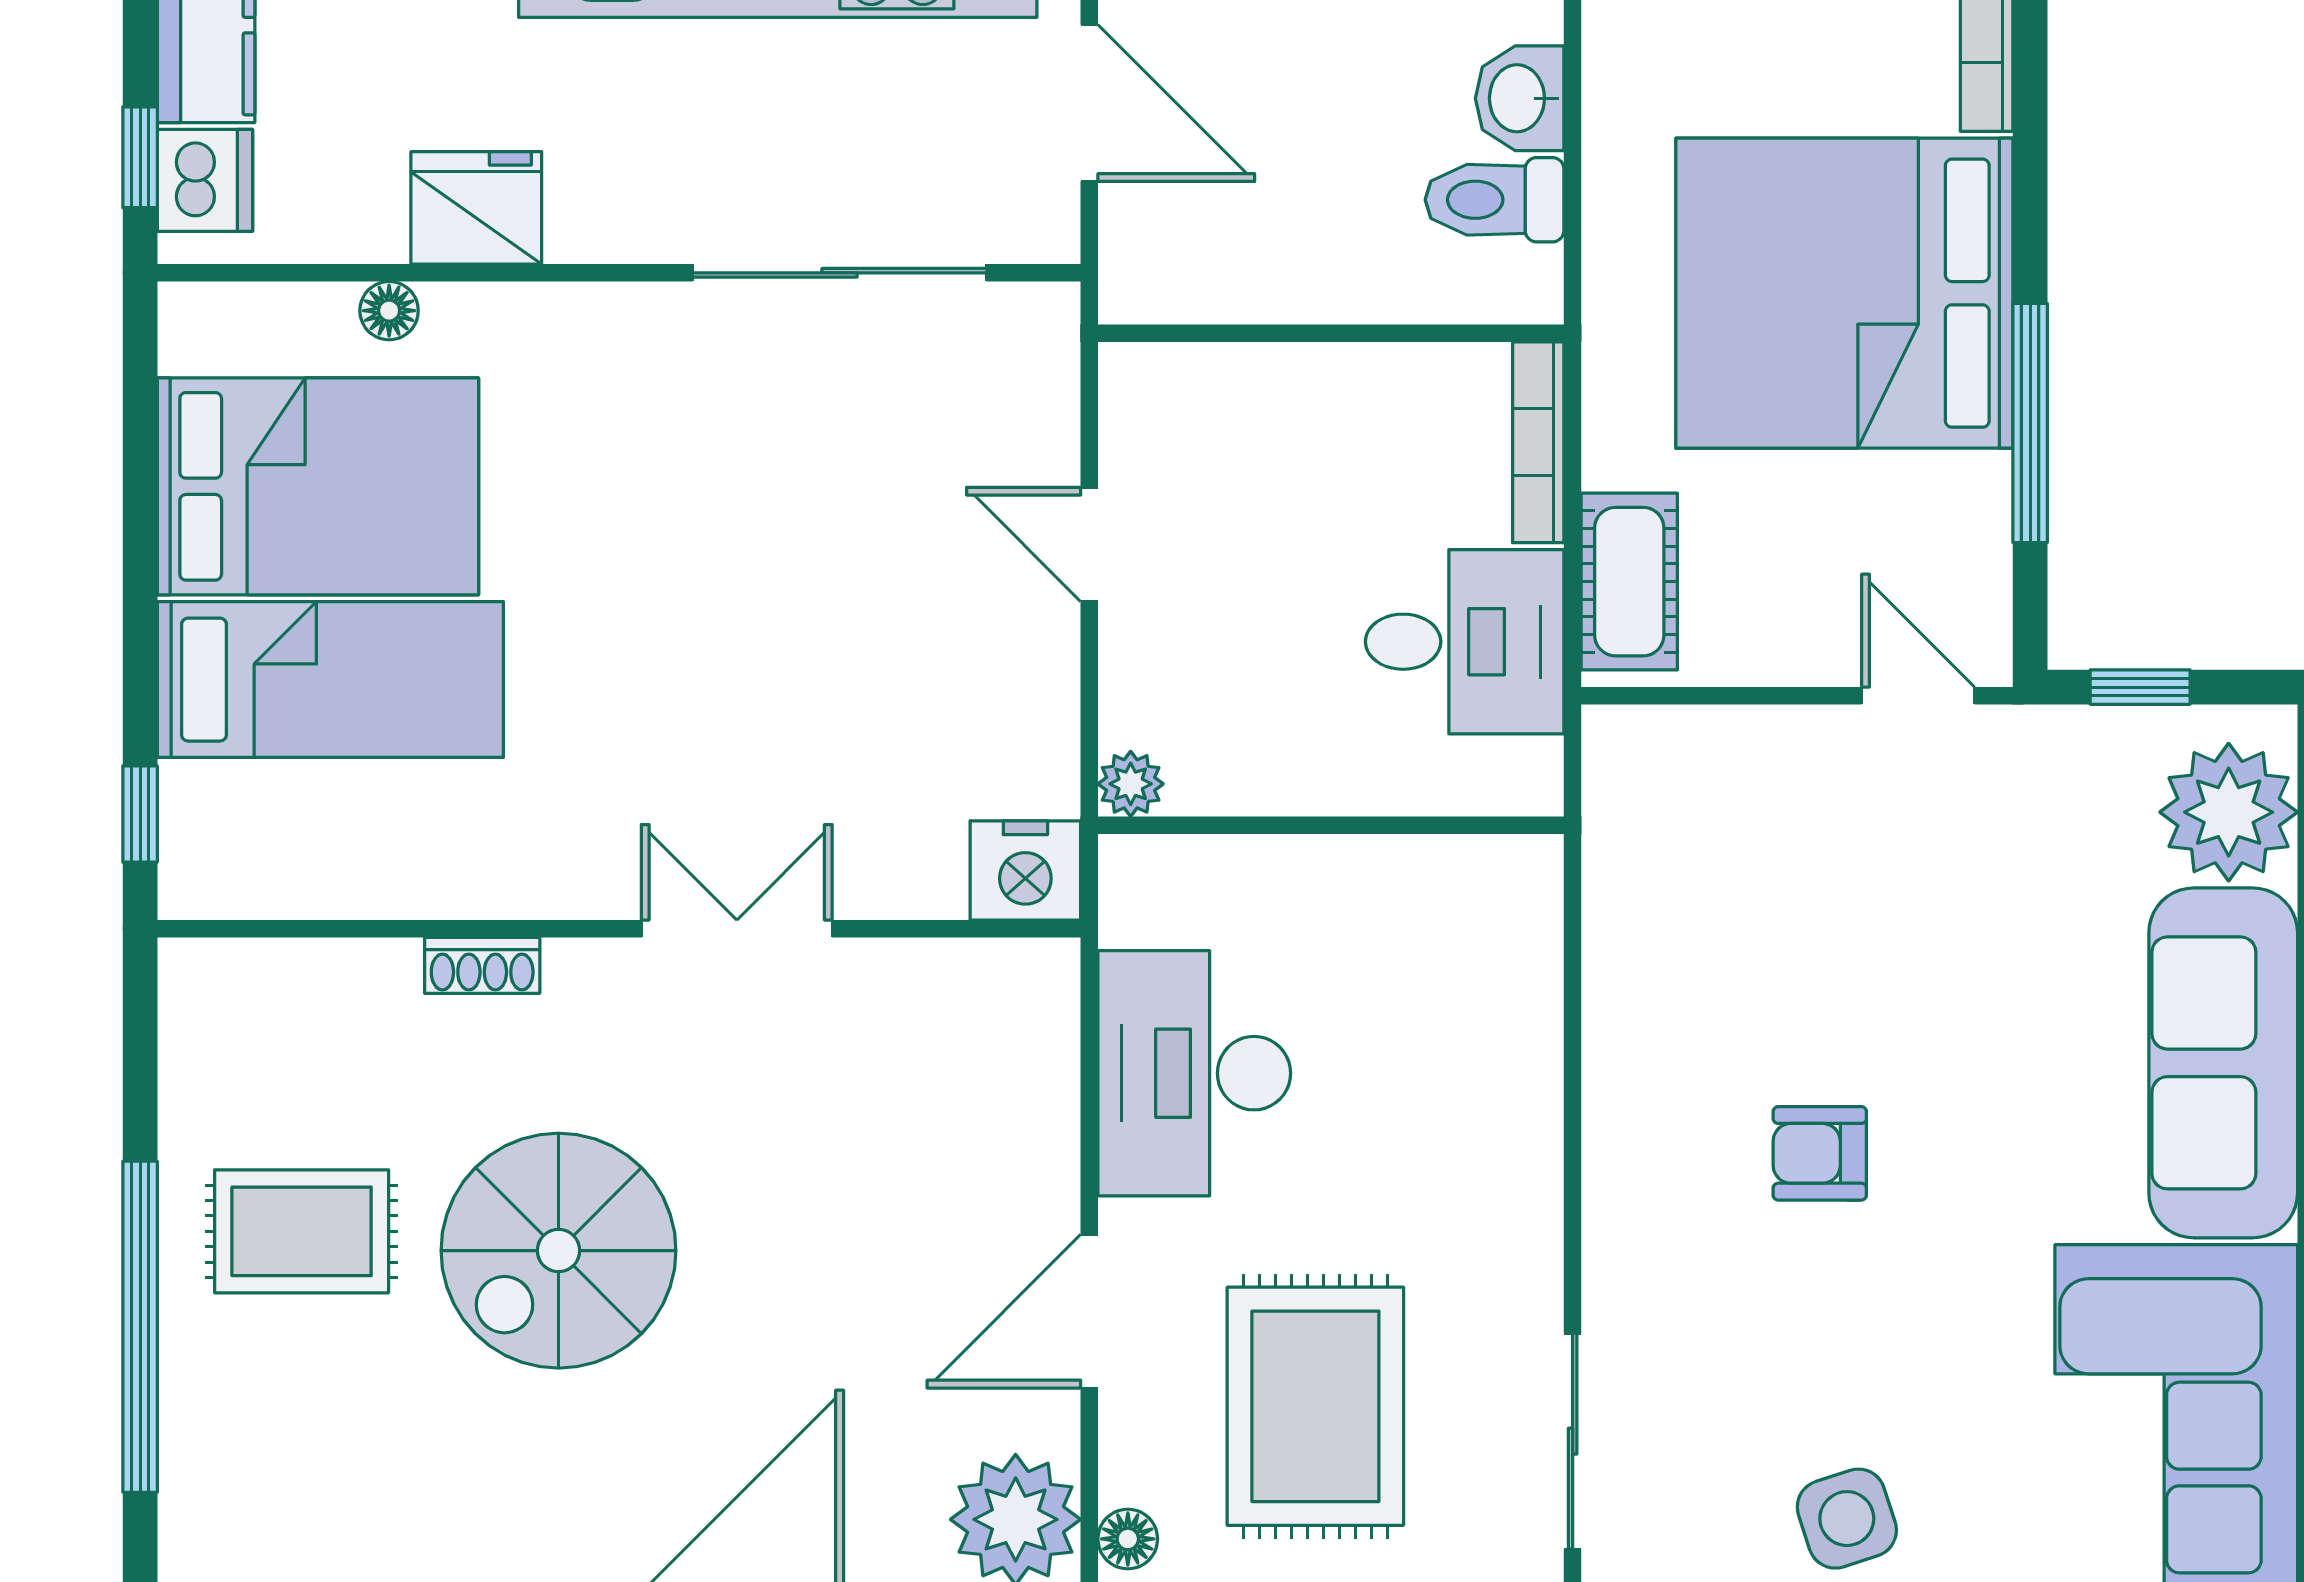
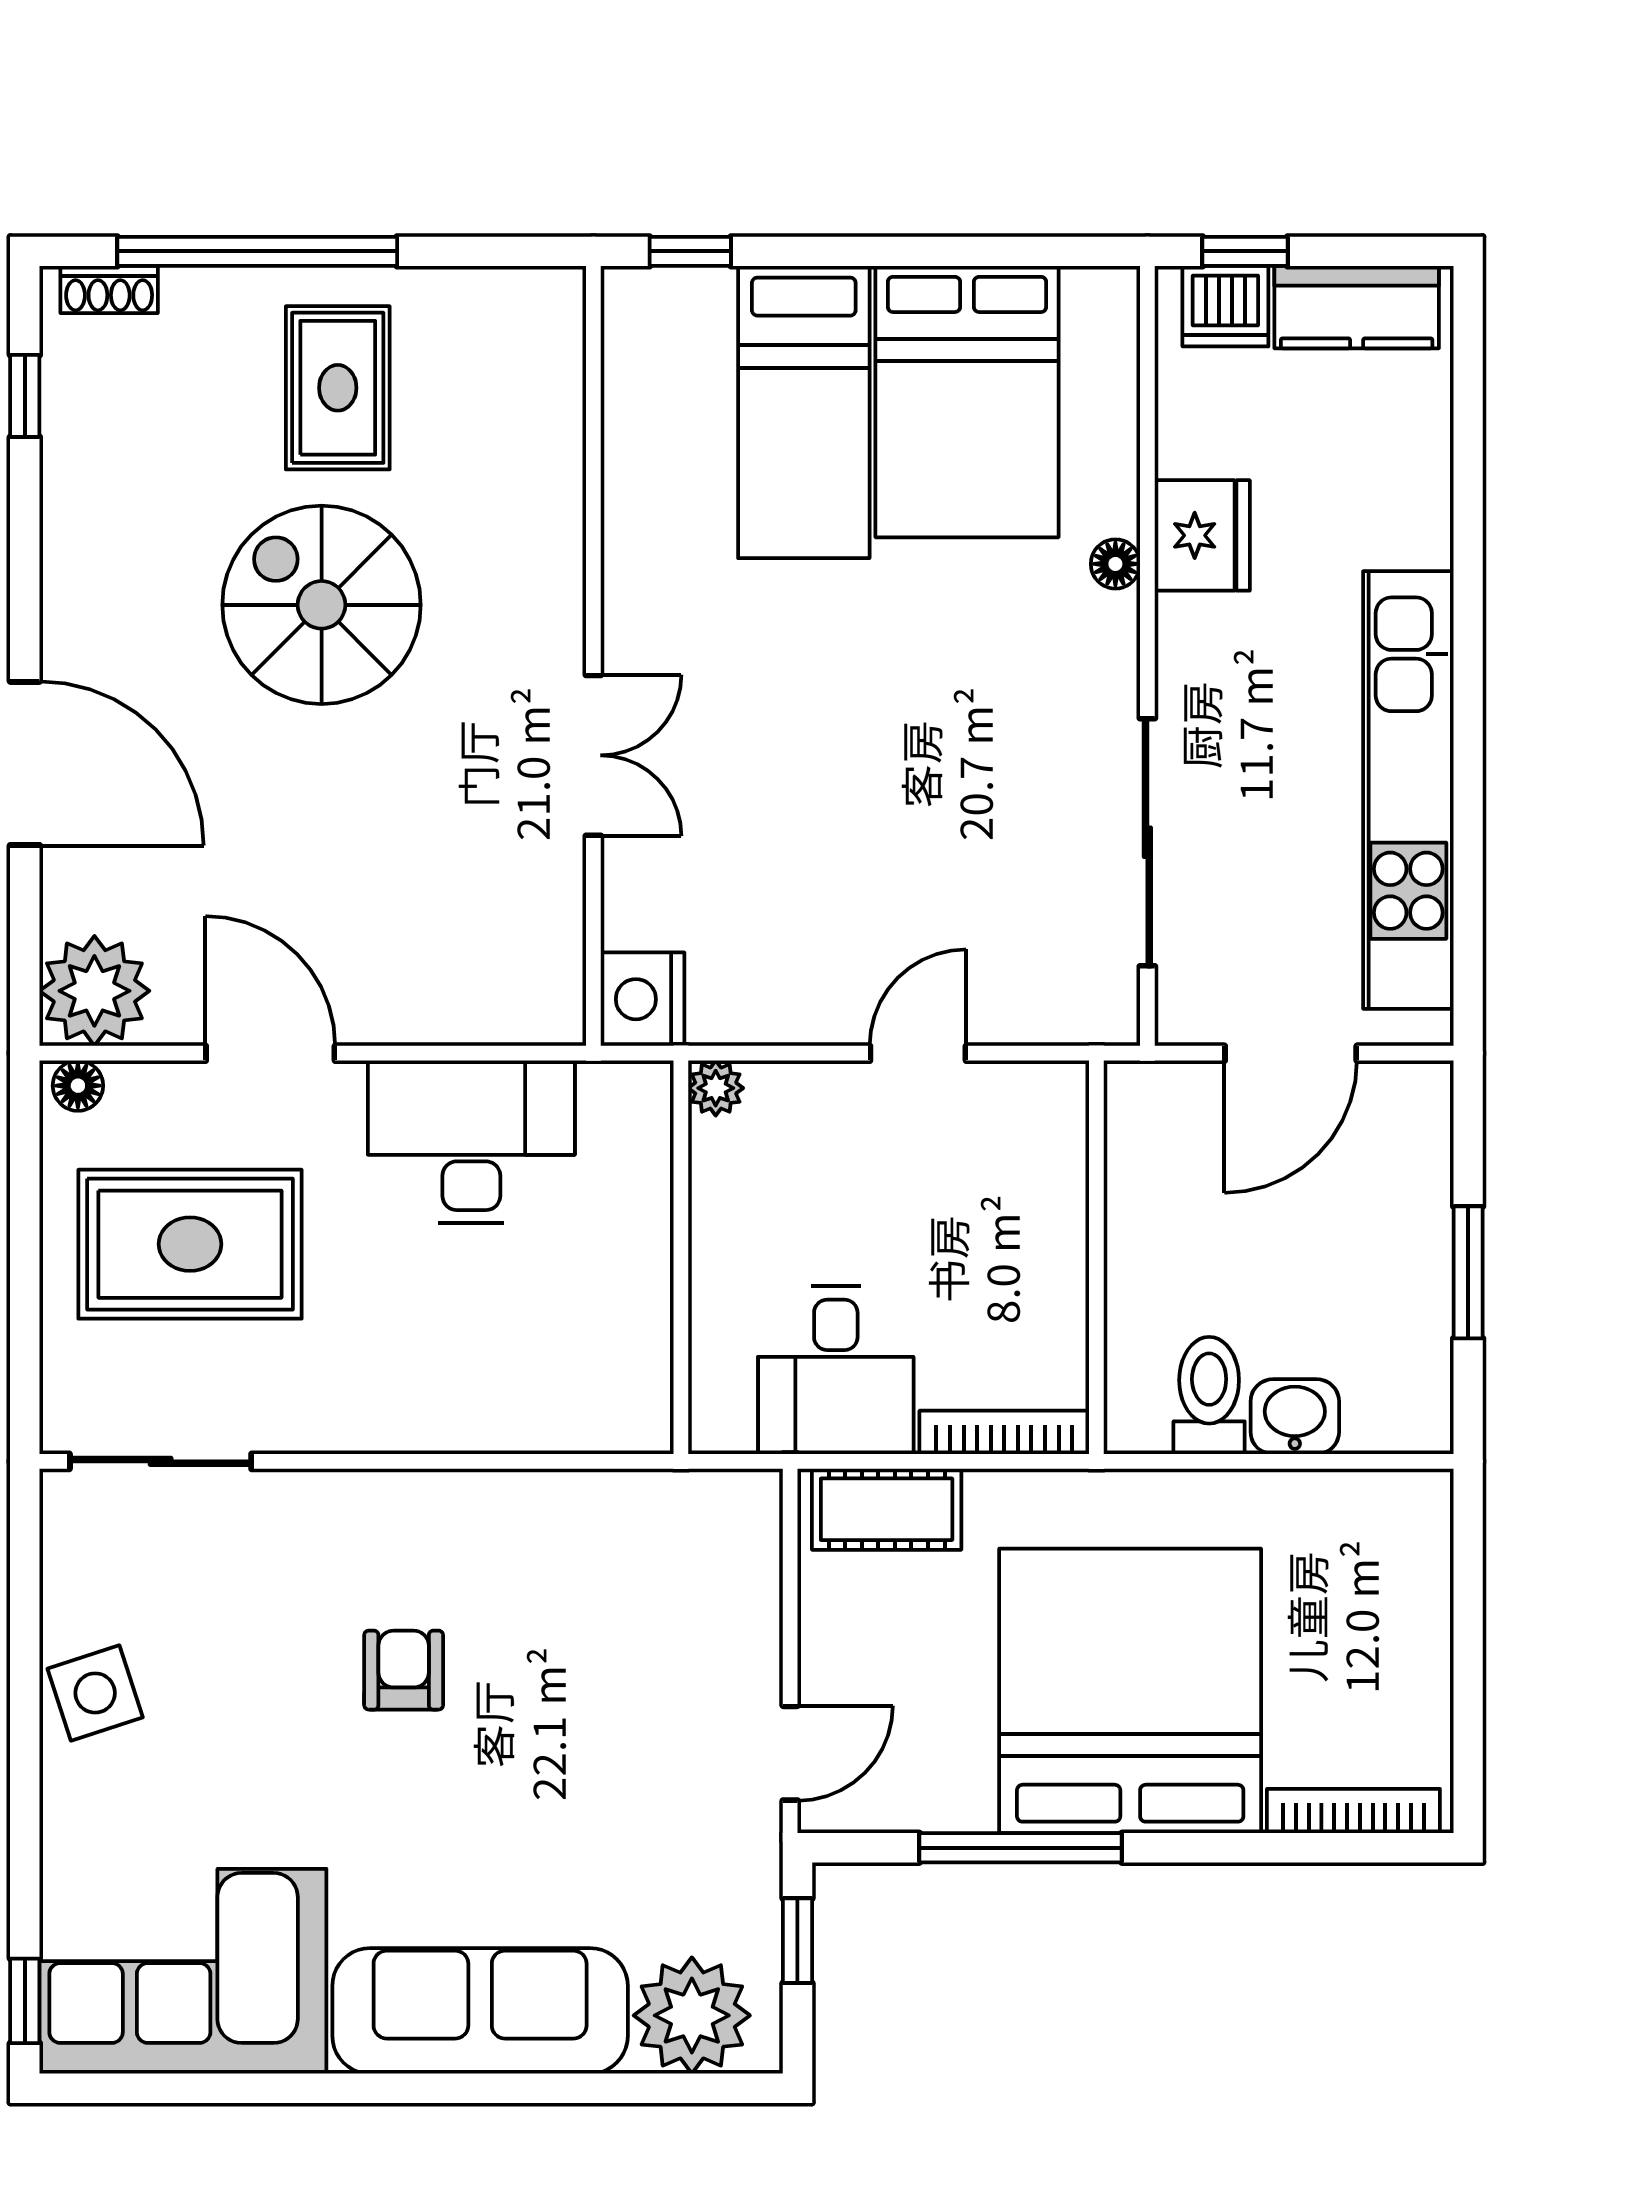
floor lamp: (389, 311) -> (1115, 564), moved
shoe rack: (482, 965) -> (109, 290), moved, turned -90

